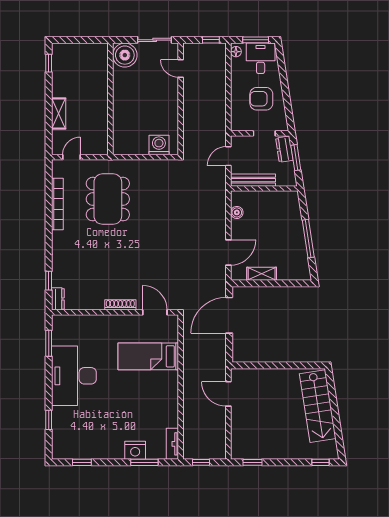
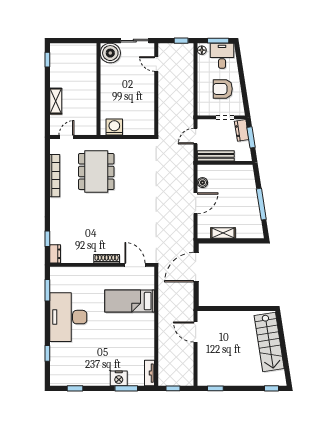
washing machine: (159, 145) -> (114, 127), moved
door: (228, 252) -> (196, 203), moved

